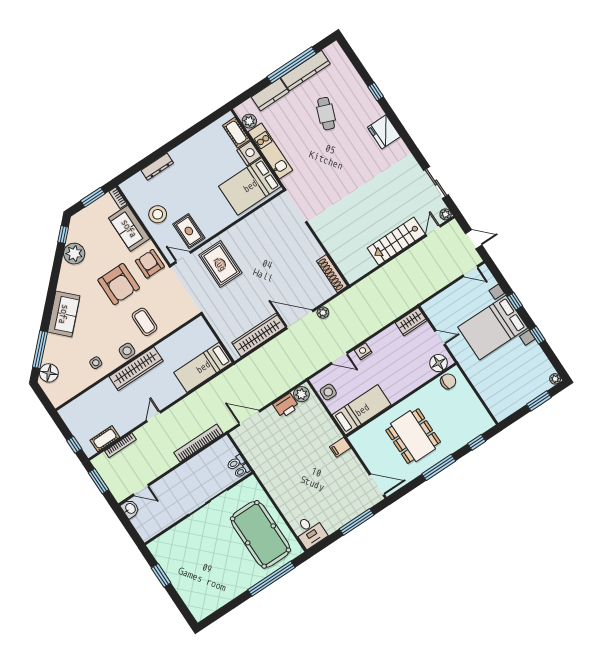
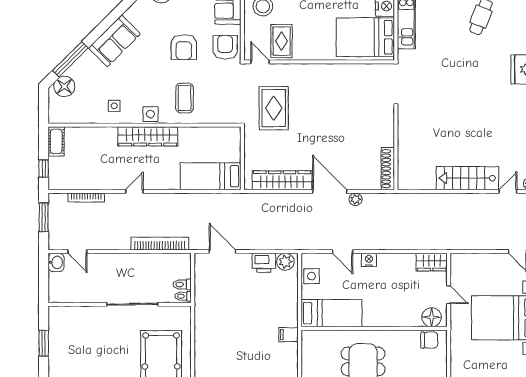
rug: (220, 264) -> (274, 108), moved
armchair: (119, 284) -> (184, 47), width x0.73, depth x0.73
cot: (105, 439) -> (56, 141), moved, turned 90

